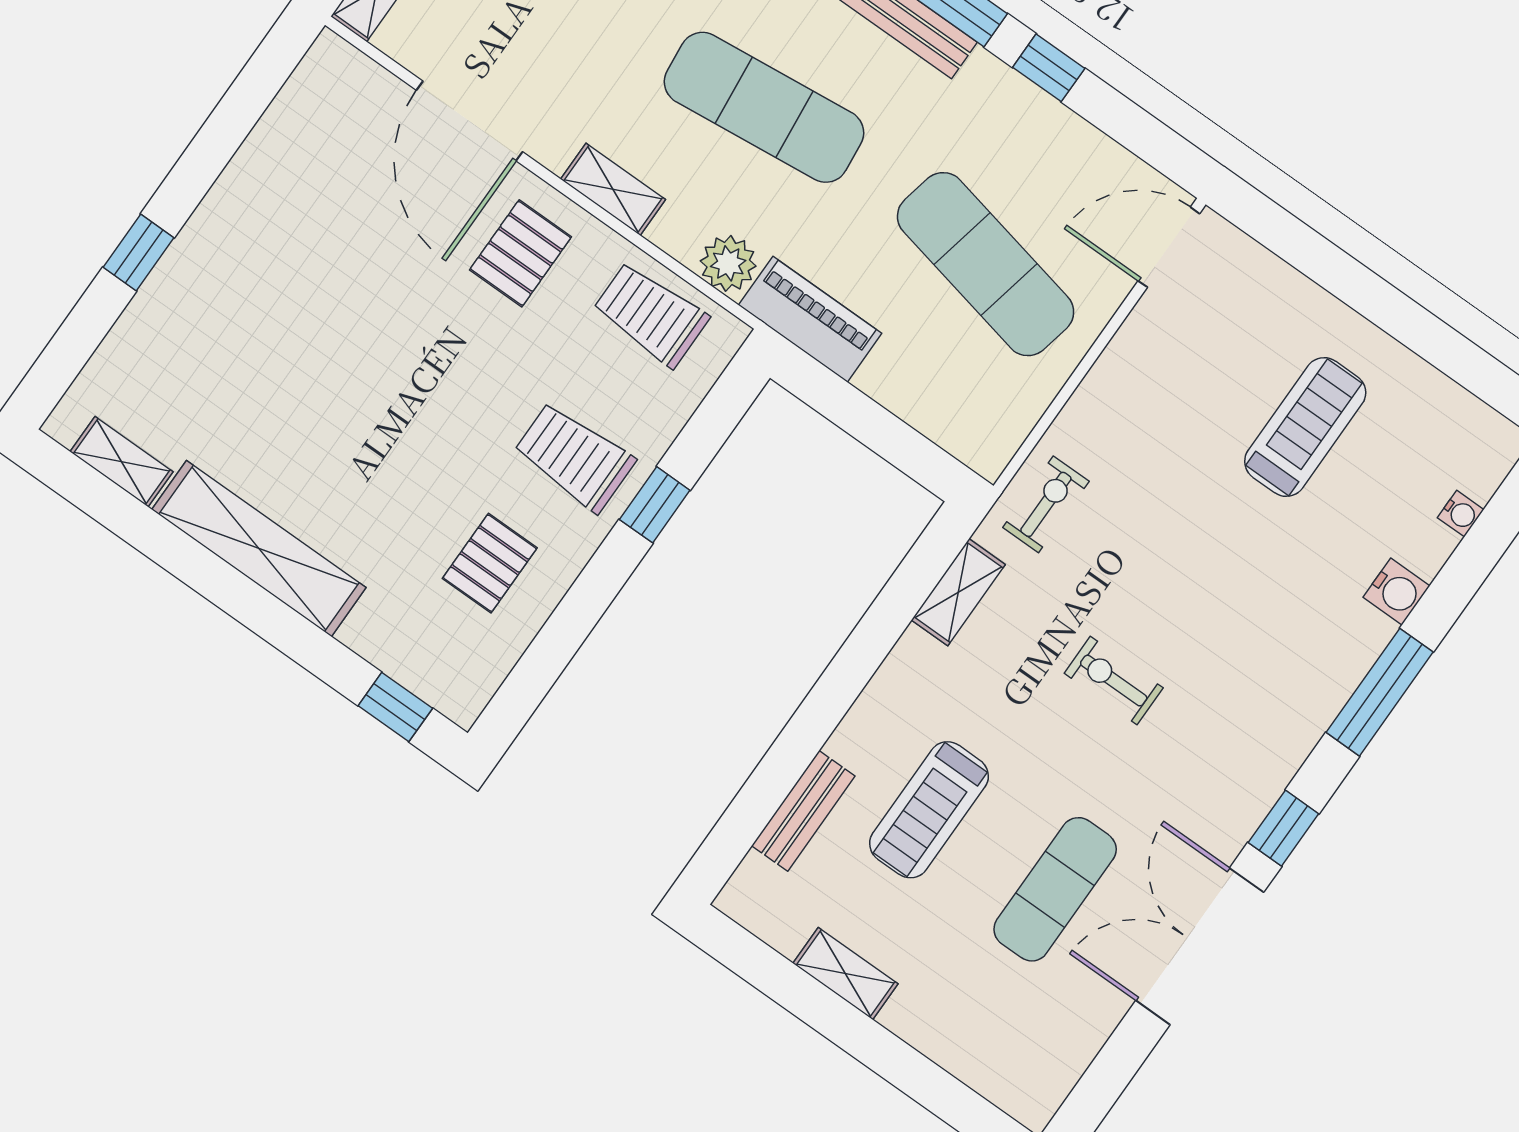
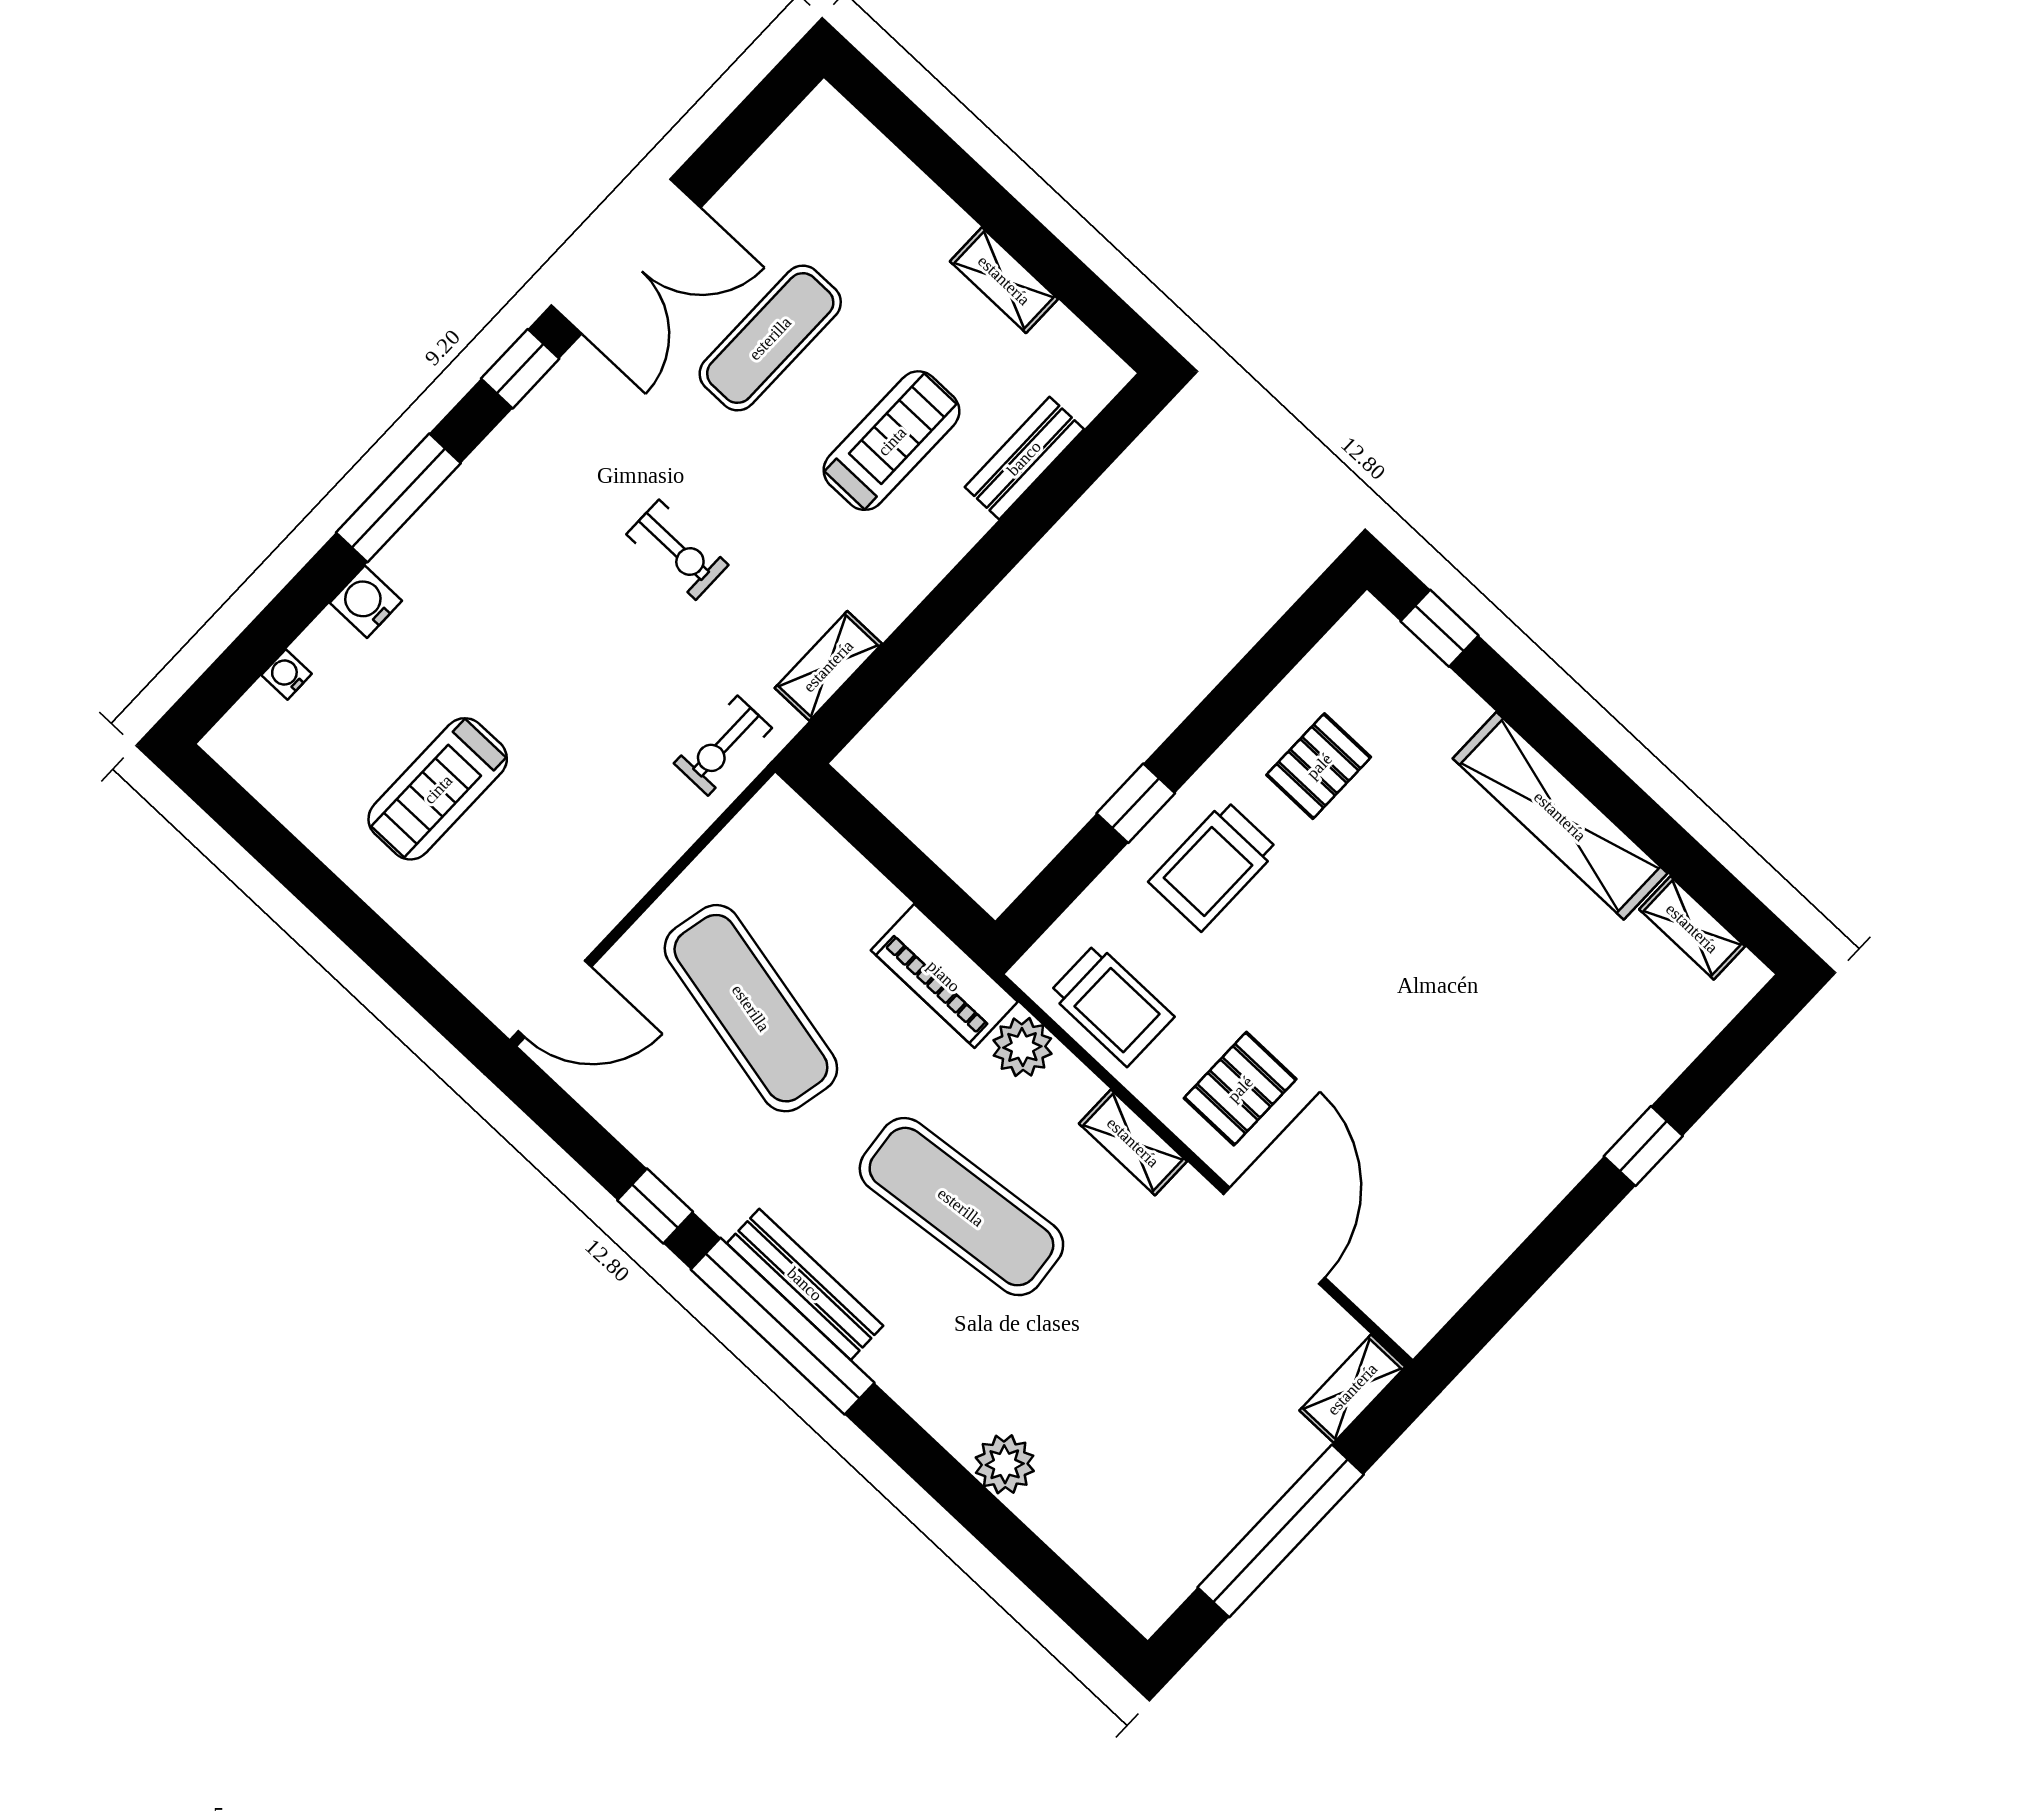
trolley: (574, 457) -> (1213, 866), turned 90

